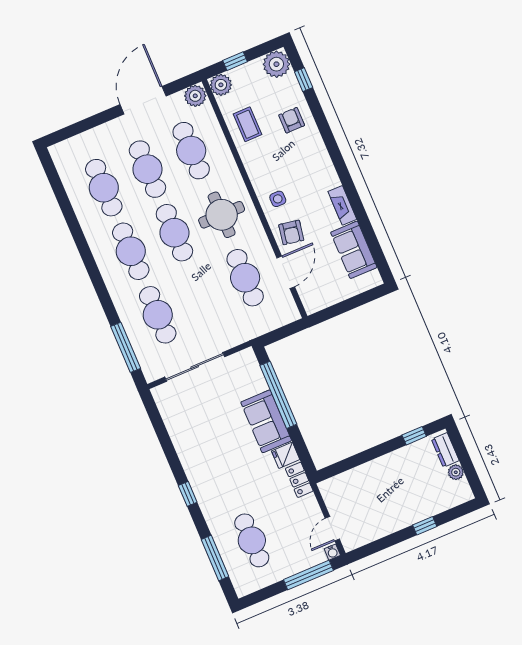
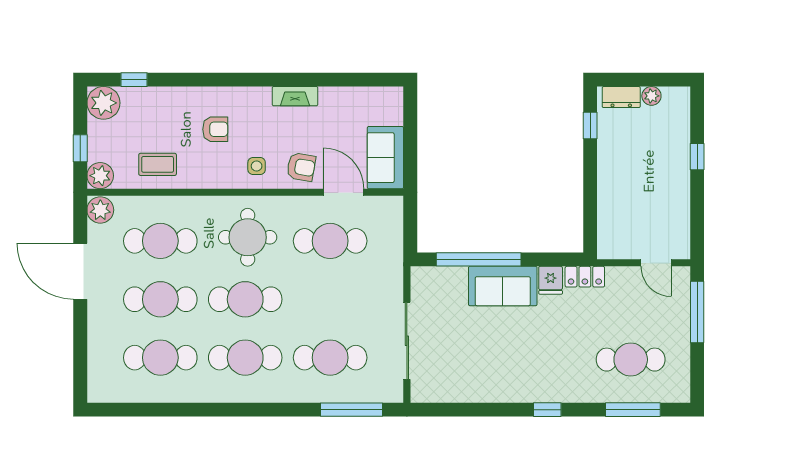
armchair: (292, 120) -> (215, 129), moved, turned 180
sofa: (354, 250) -> (385, 158), moved, turned 90
water cooler: (332, 552) -> (683, 274), removed

